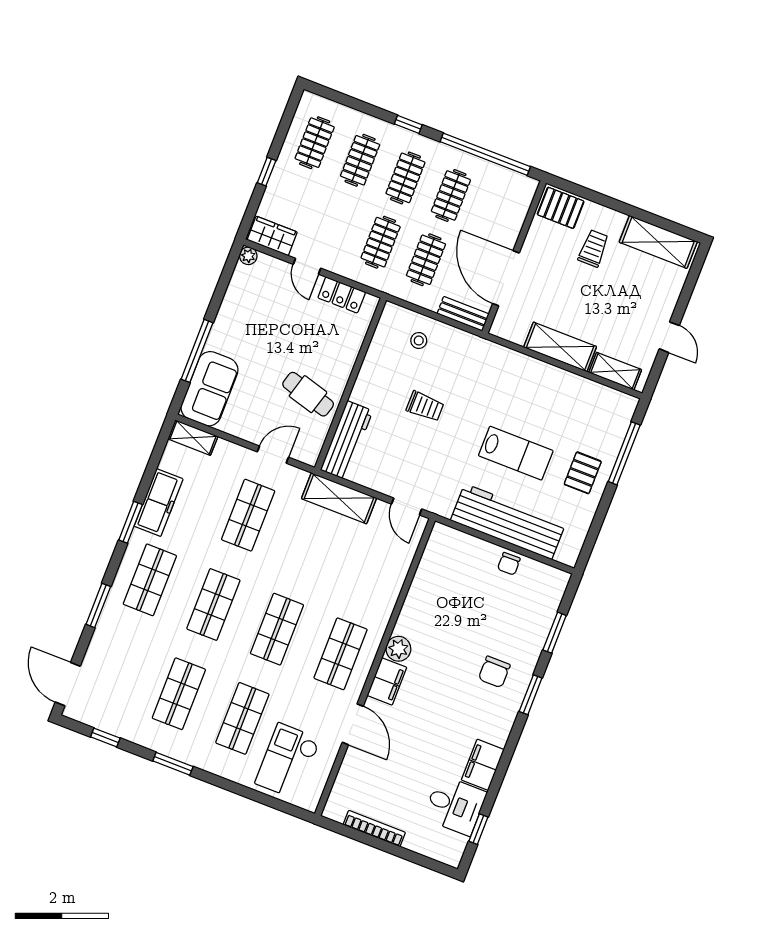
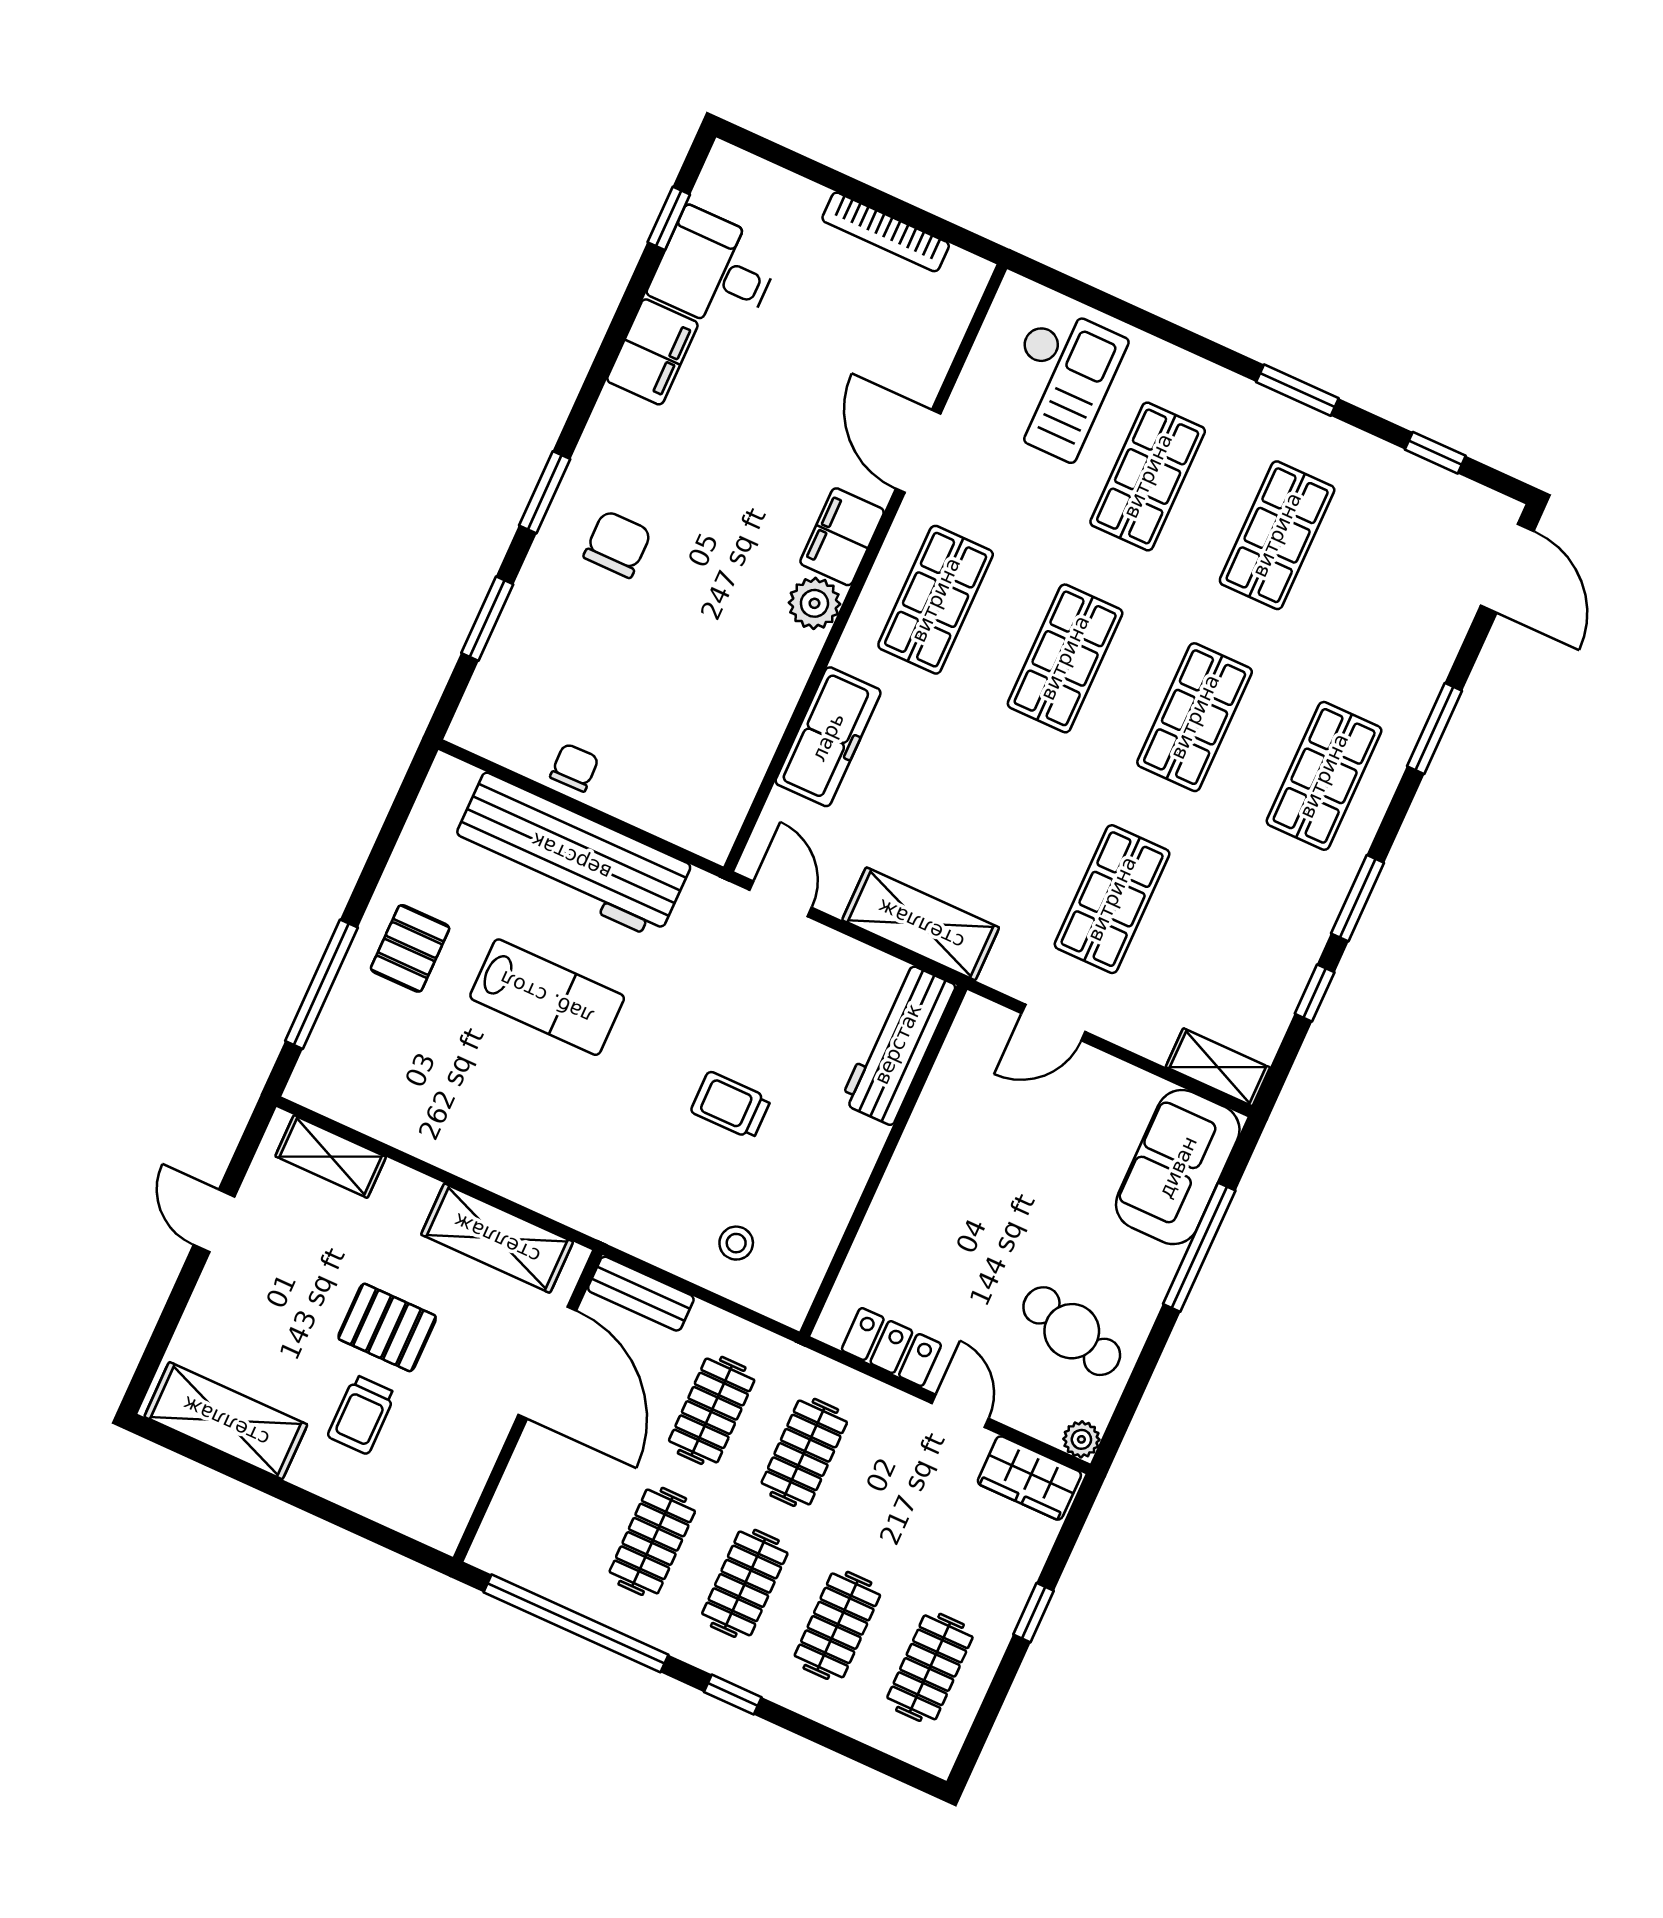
pallet: (561, 208) -> (387, 1327), moved
shelving: (560, 347) -> (497, 1238), moved
cafe table: (308, 394) -> (1072, 1331), moved
lab bench: (516, 453) -> (547, 997), turned 180
window: (149, 476) -> (1315, 993), added
freezer: (159, 503) -> (828, 737), moved, turned 180

